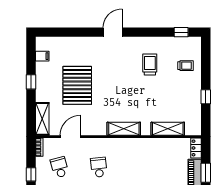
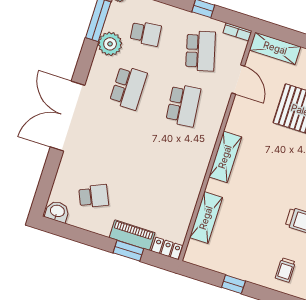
school desk: (60, 167) -> (201, 51), width x1.85
school desk: (99, 167) -> (183, 105), width x1.85

